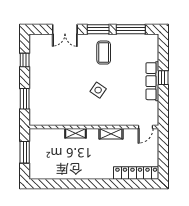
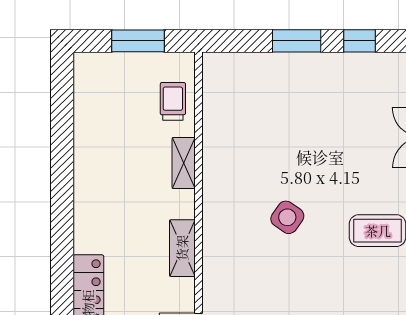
window: (25, 99) -> (297, 41), moved
trolley: (50, 138) -> (173, 101), added

